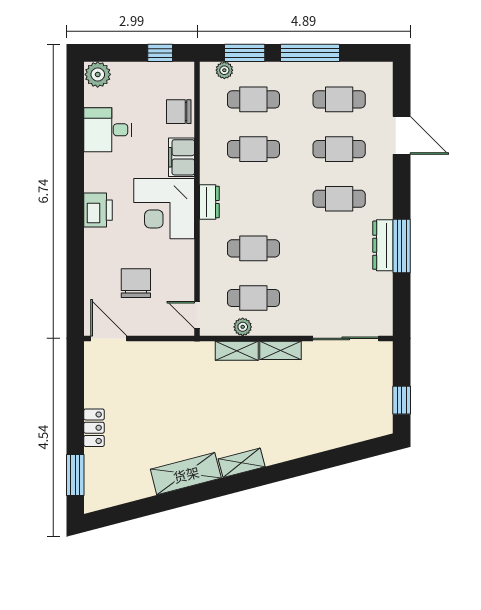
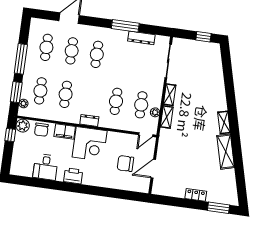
plant: (98, 74) -> (23, 126), moved
printer: (98, 210) -> (73, 176), moved
dresser: (383, 245) -> (141, 38), moved
door: (109, 338) -> (153, 169), moved

